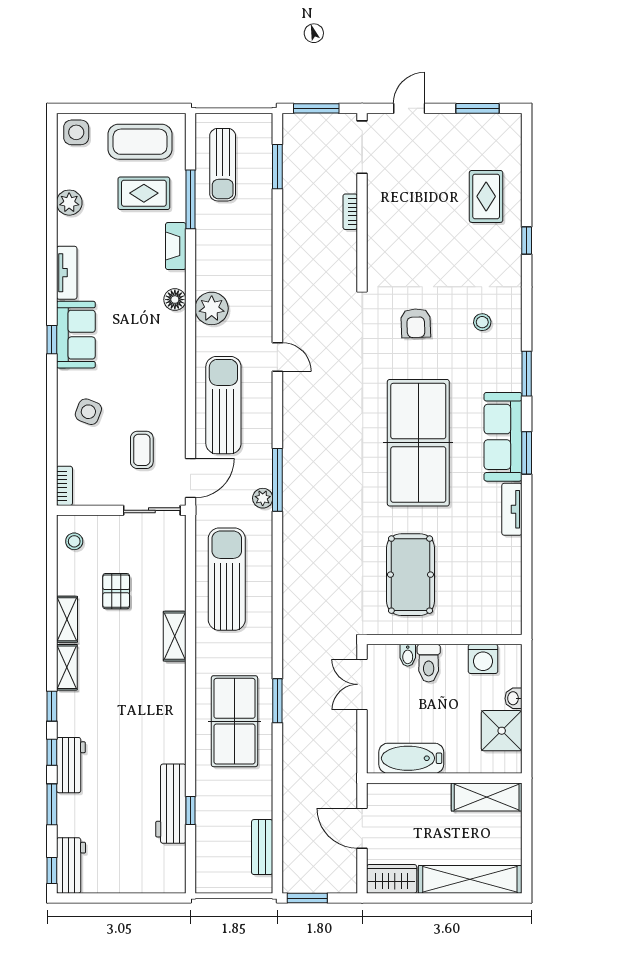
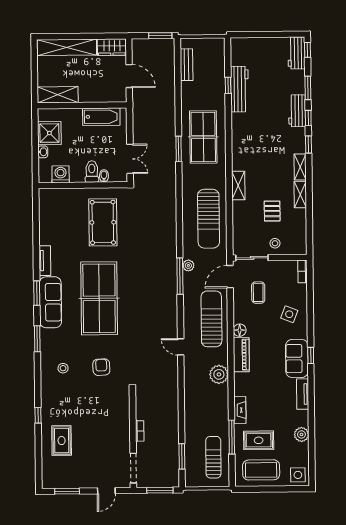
floor lamp: (175, 300) -> (240, 330), moved
piano: (172, 342) -> (241, 355), added
sun lounger: (223, 405) -> (211, 319), turned 180
stool: (74, 541) -> (275, 243), moved

